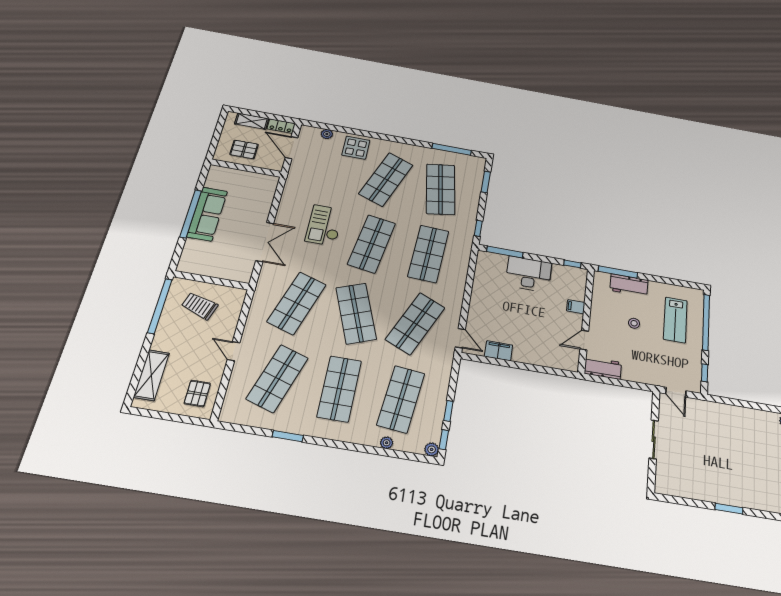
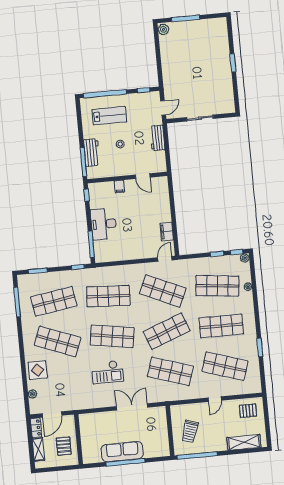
workbench: (603, 368) -> (157, 138), moved

